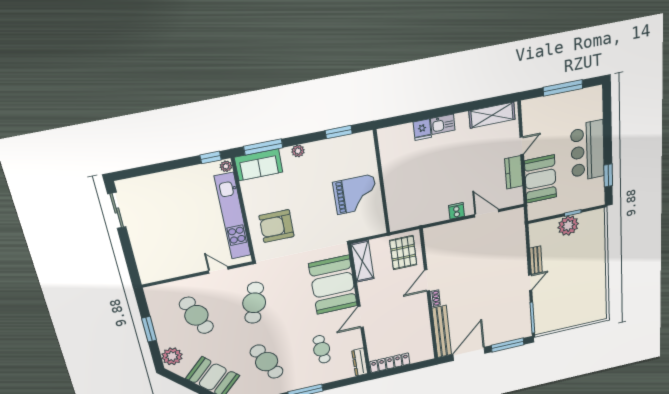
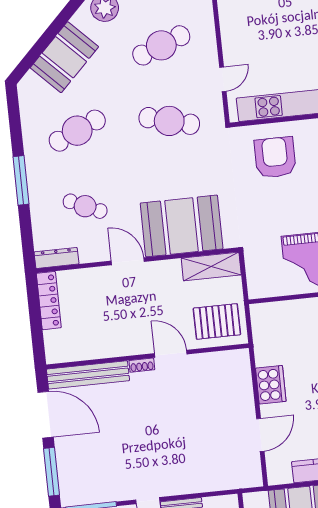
cooker: (456, 211) -> (271, 385), width x1.87, depth x1.31
cafe table: (322, 349) -> (85, 206), turned 30

